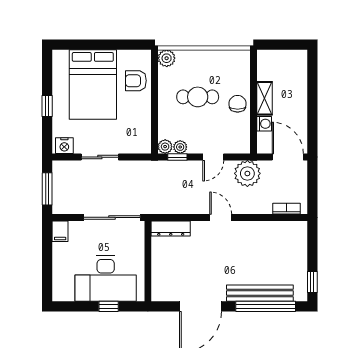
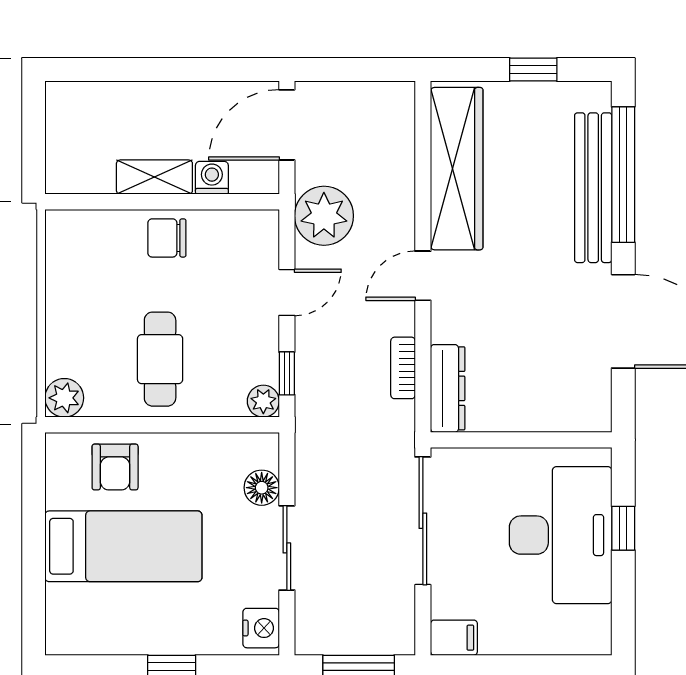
bed: (93, 84) -> (123, 546), width x0.67
cafe table: (198, 97) -> (160, 359), moved
floor lamp: (127, 146) -> (262, 488), added
plant: (180, 147) -> (264, 367), removed
door: (213, 157) -> (287, 292), hinge flipped
bookcase: (286, 209) -> (403, 368), moved
wardrobe: (268, 232) -> (457, 169), added
window: (312, 282) -> (533, 70), moved

